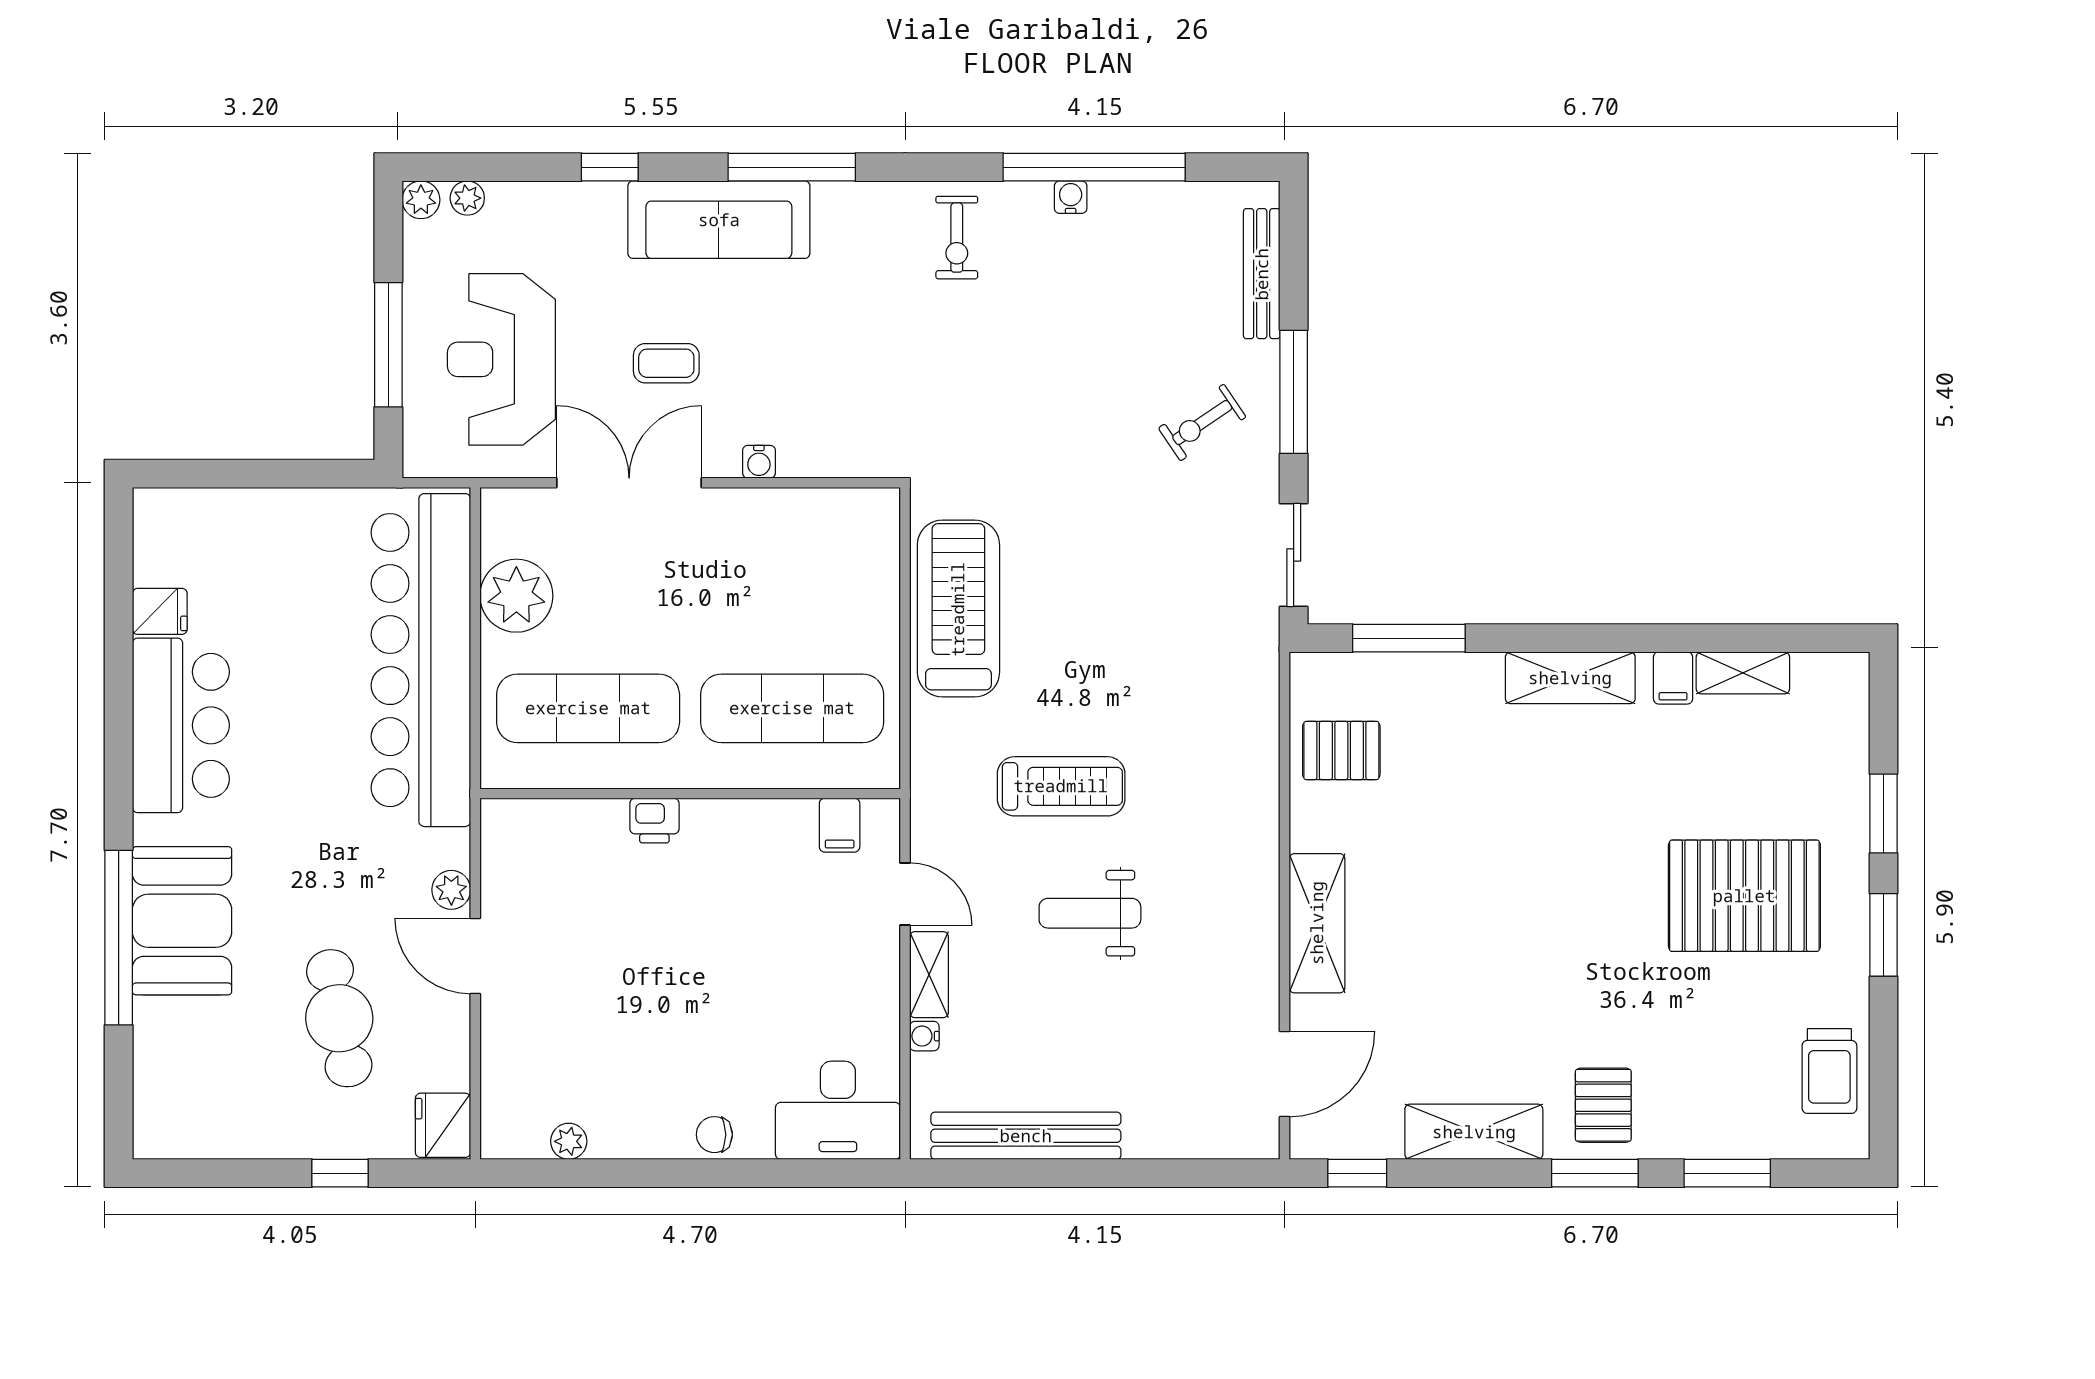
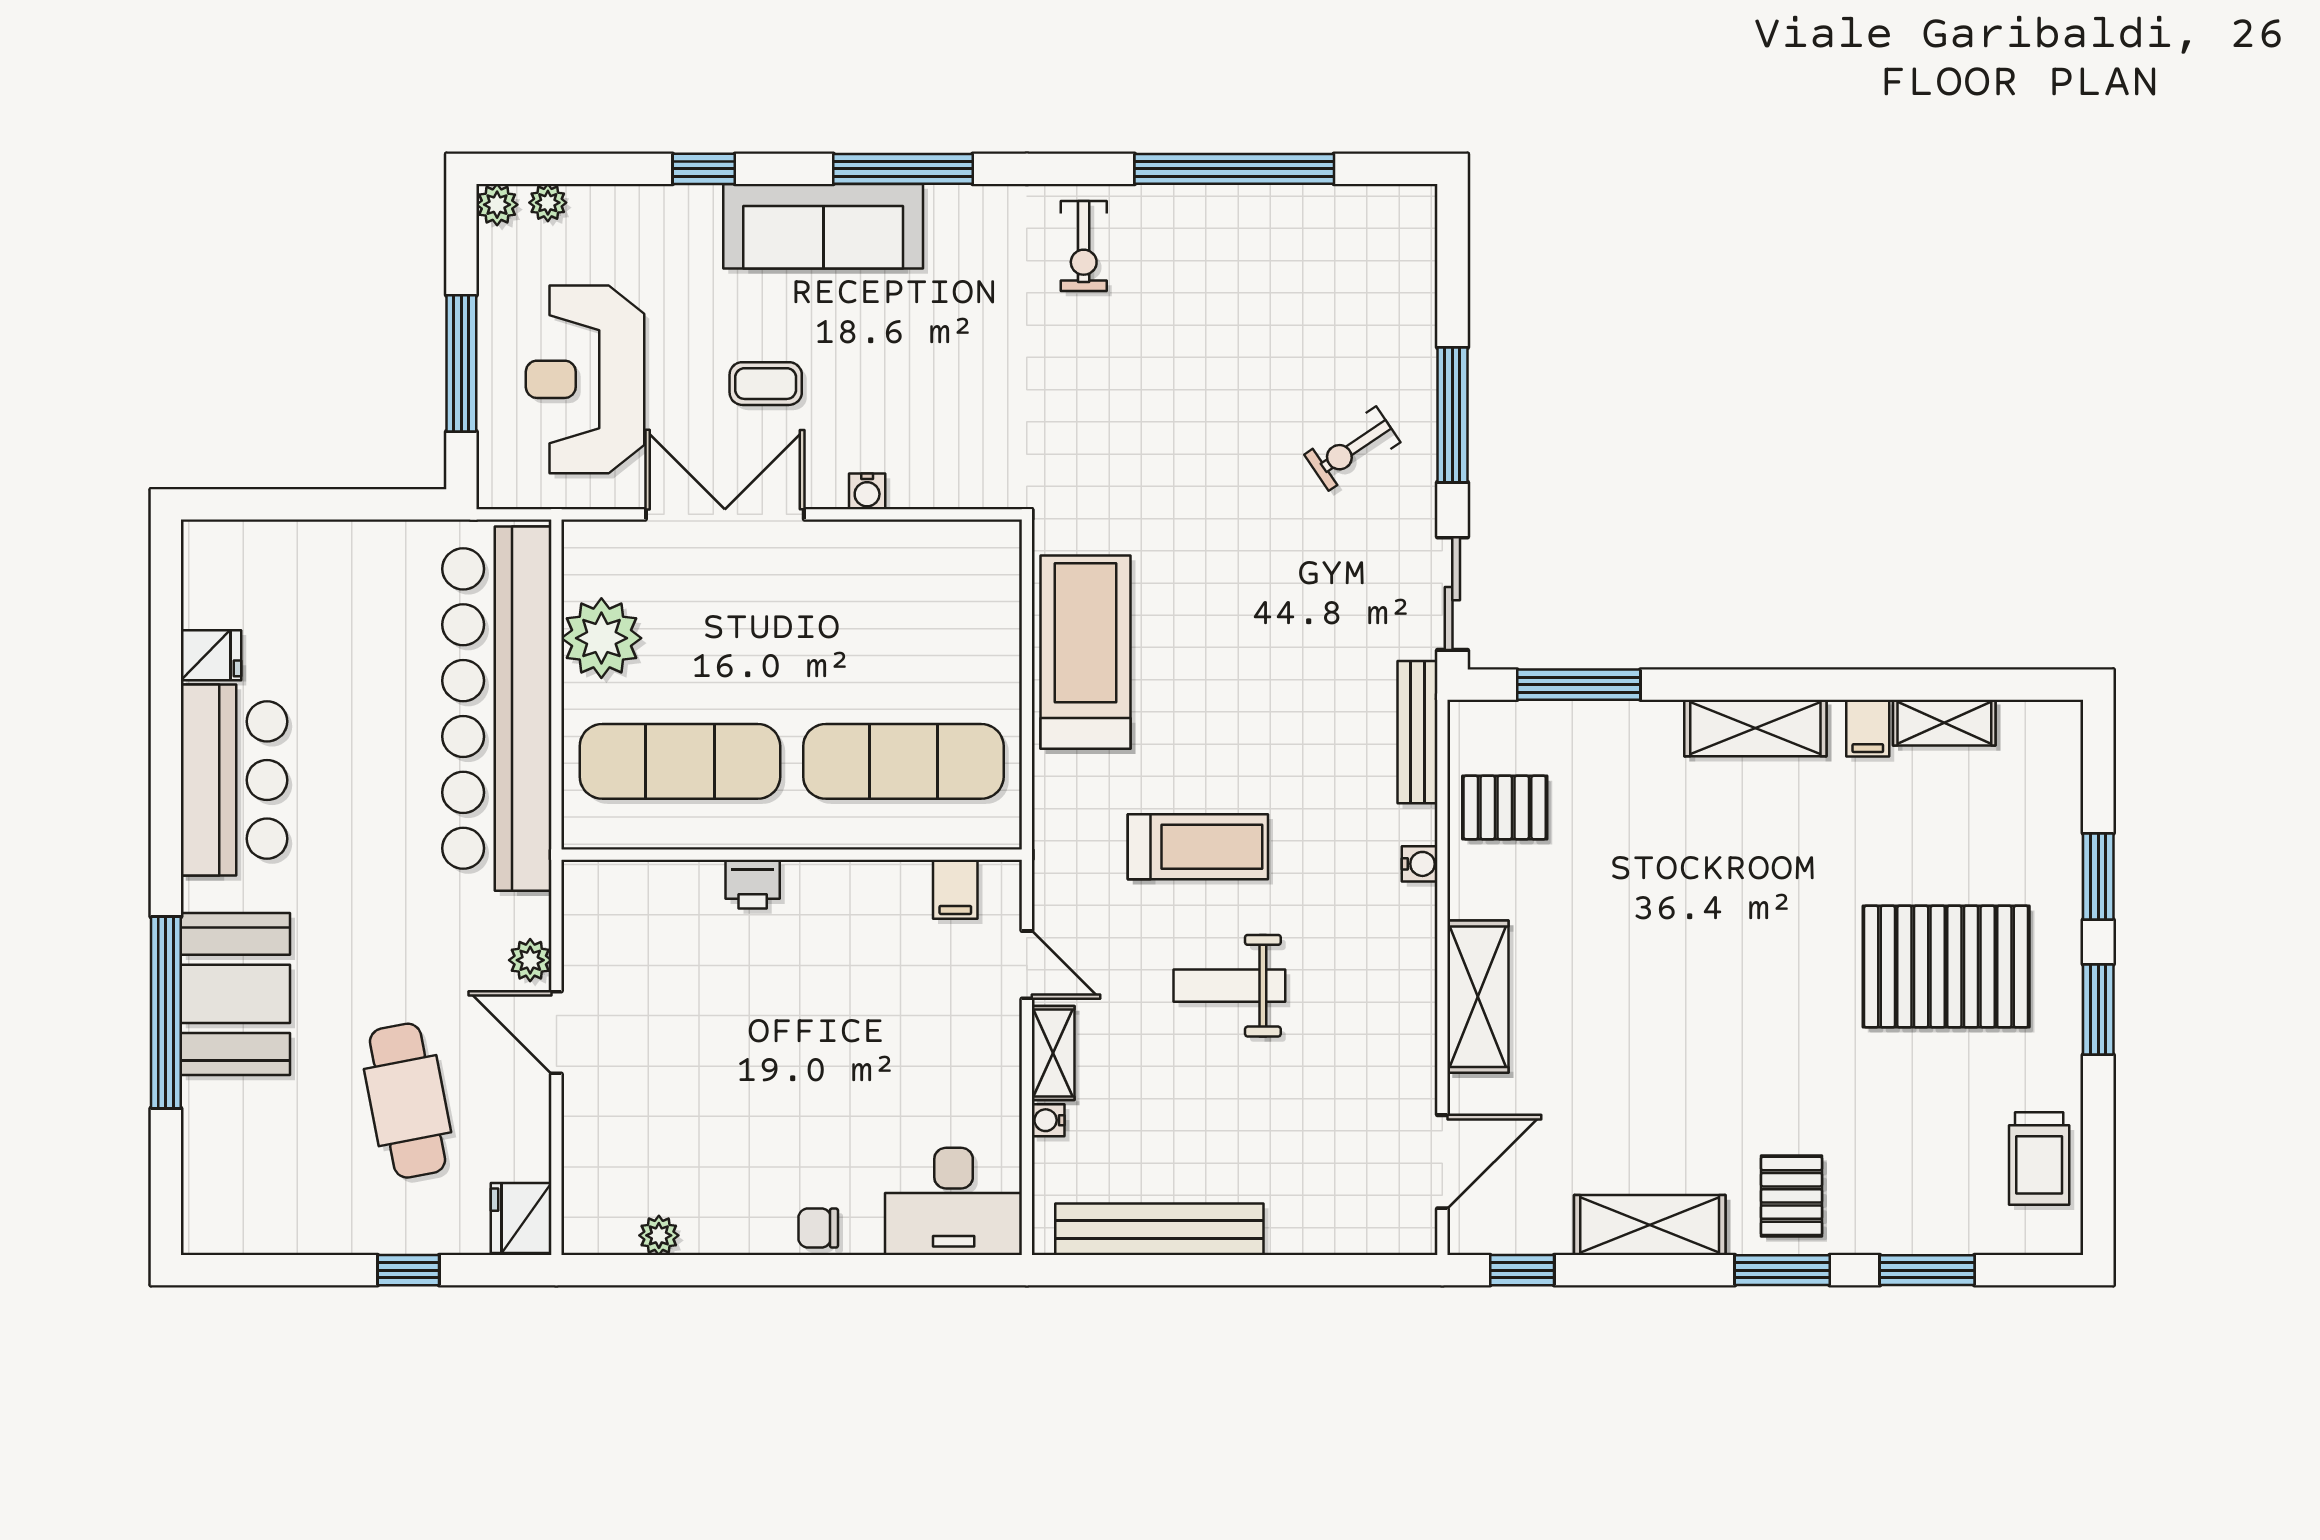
water cooler: (1071, 197) -> (1420, 864), moved, turned 90
bench: (1262, 274) -> (1418, 732), moved

